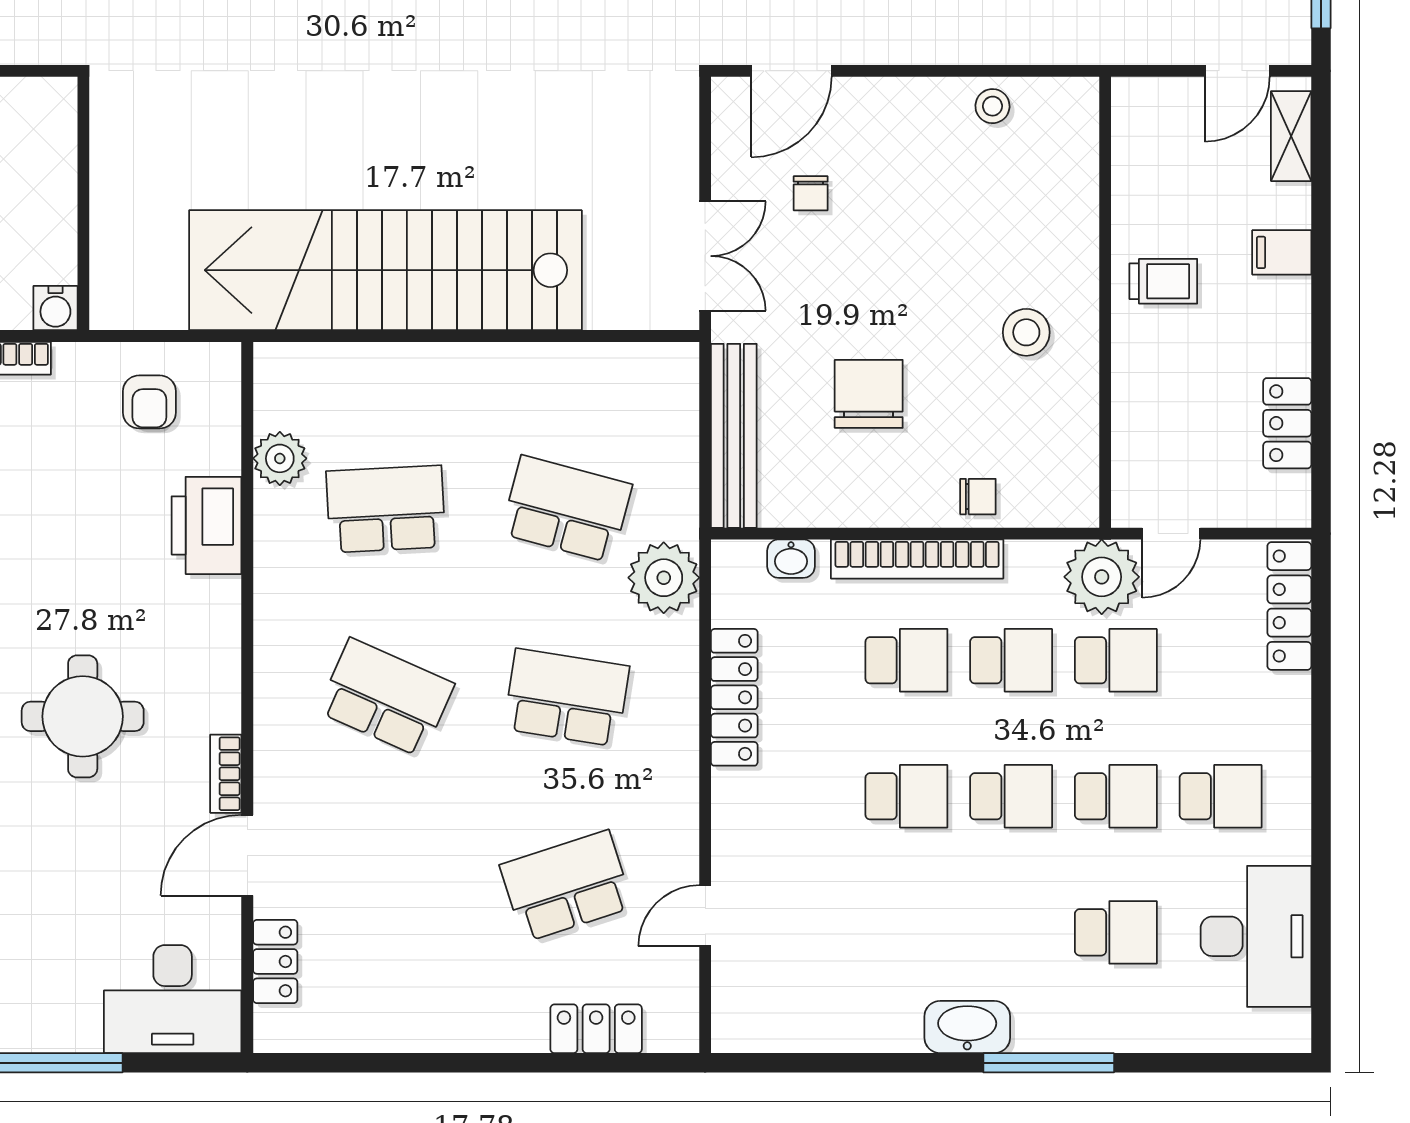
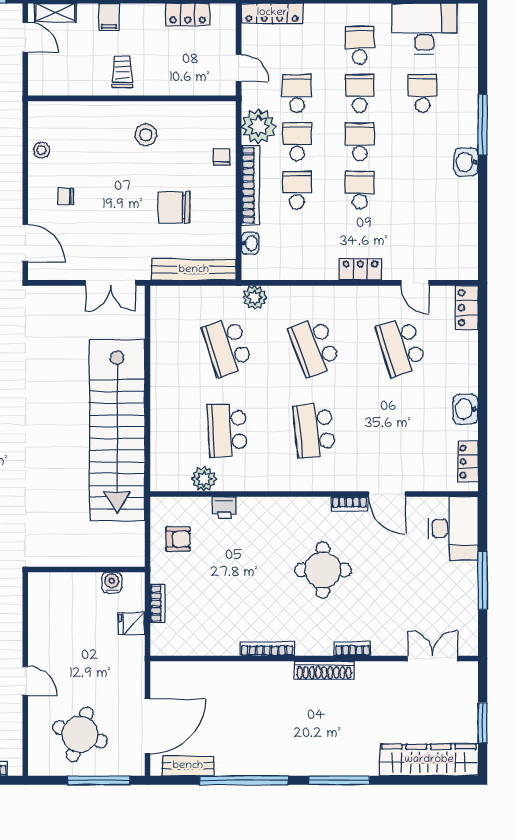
chair: (811, 193) -> (66, 196), moved, turned 180
double door: (705, 256) -> (111, 283), swing flipped
water cooler: (55, 308) -> (112, 582), moved, turned -90
school desk: (566, 509) -> (227, 347), turned -33
printer: (207, 525) -> (224, 508), width x0.53, depth x0.68
plant: (1102, 577) -> (259, 126), moved
plant: (664, 578) -> (255, 298), width x0.73, depth x0.73
school desk: (386, 697) -> (314, 430), turned -30
school desk: (566, 697) -> (314, 347), turned -30
locker: (734, 697) -> (360, 269), moved, width x0.66
locker: (275, 961) -> (468, 462), moved, turned -90
washbasin: (431, 1026) -> (465, 409), added
washbasin: (967, 1027) -> (466, 162), width x0.72
locker: (596, 1029) -> (467, 308), moved

